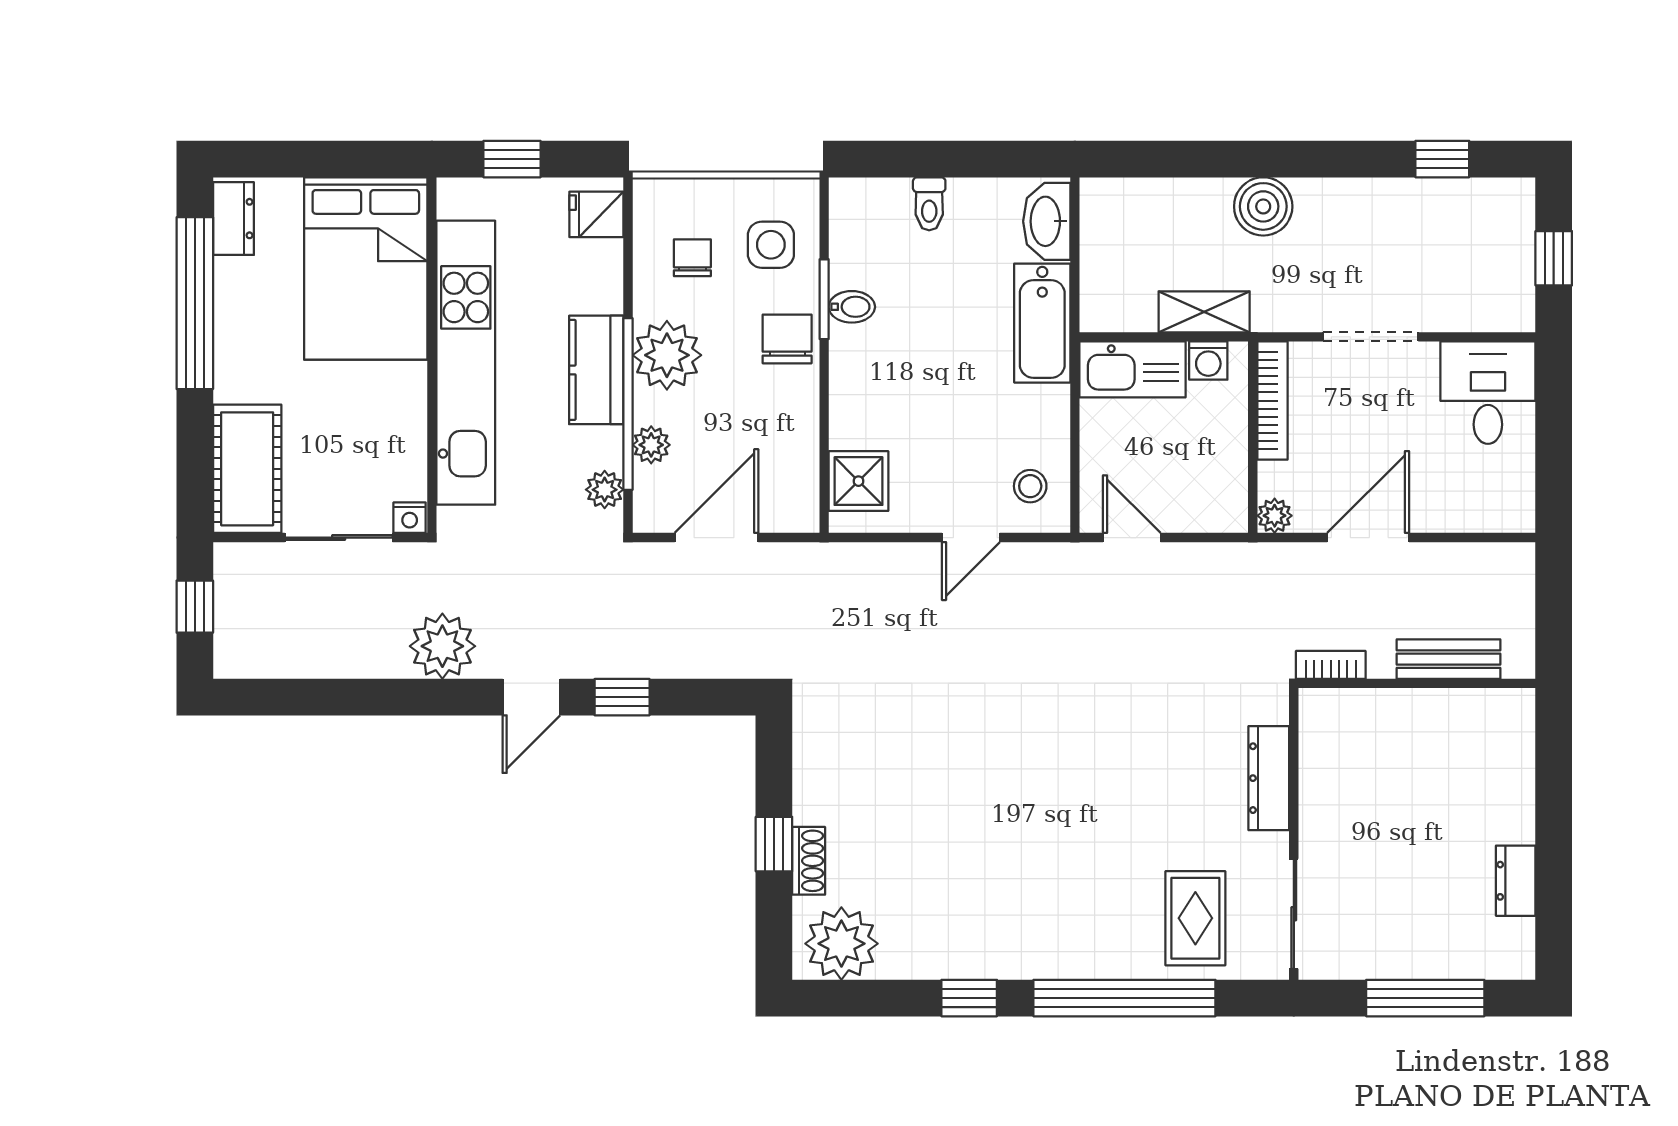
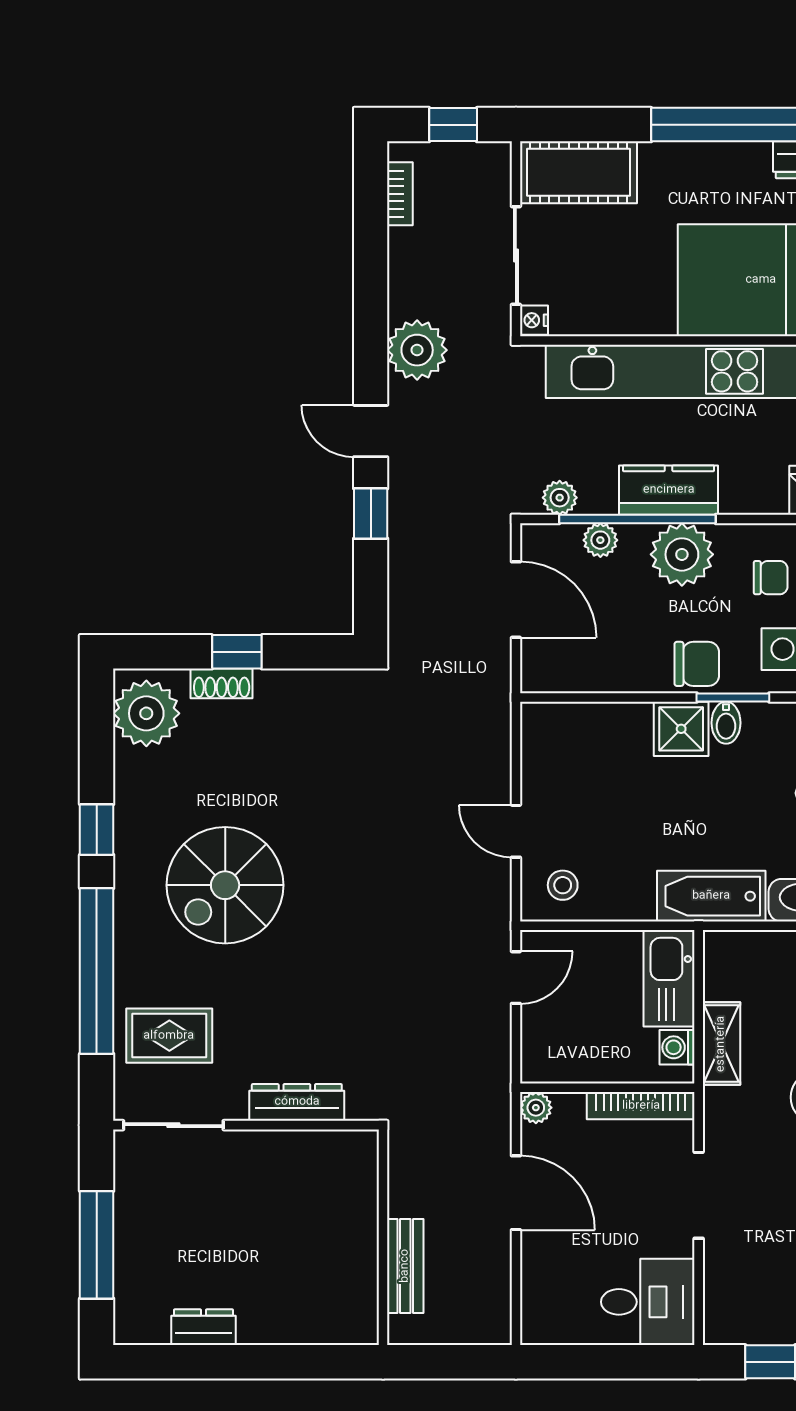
shower: (858, 481) -> (681, 729), moved
bookcase: (1331, 665) -> (400, 194), moved
spiral stairs: (1030, 857) -> (225, 885), added

